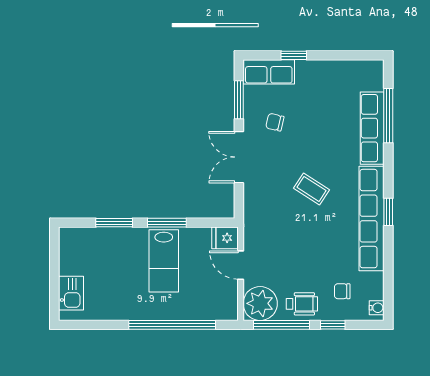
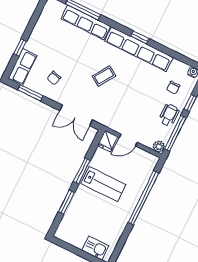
double door: (239, 157) -> (76, 115), moved
plant: (260, 303) -> (159, 147), width x0.53, depth x0.53

